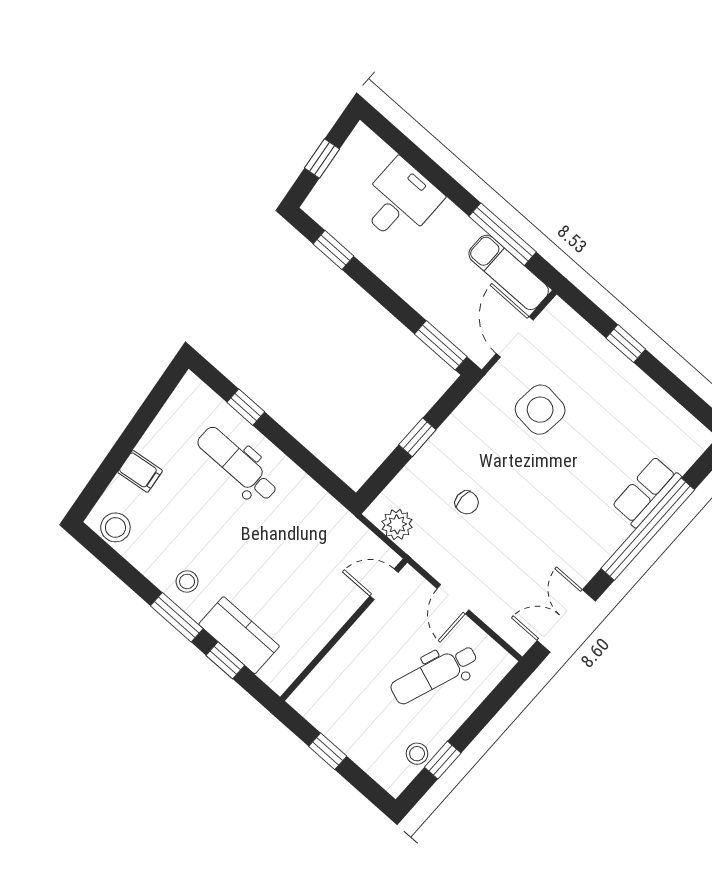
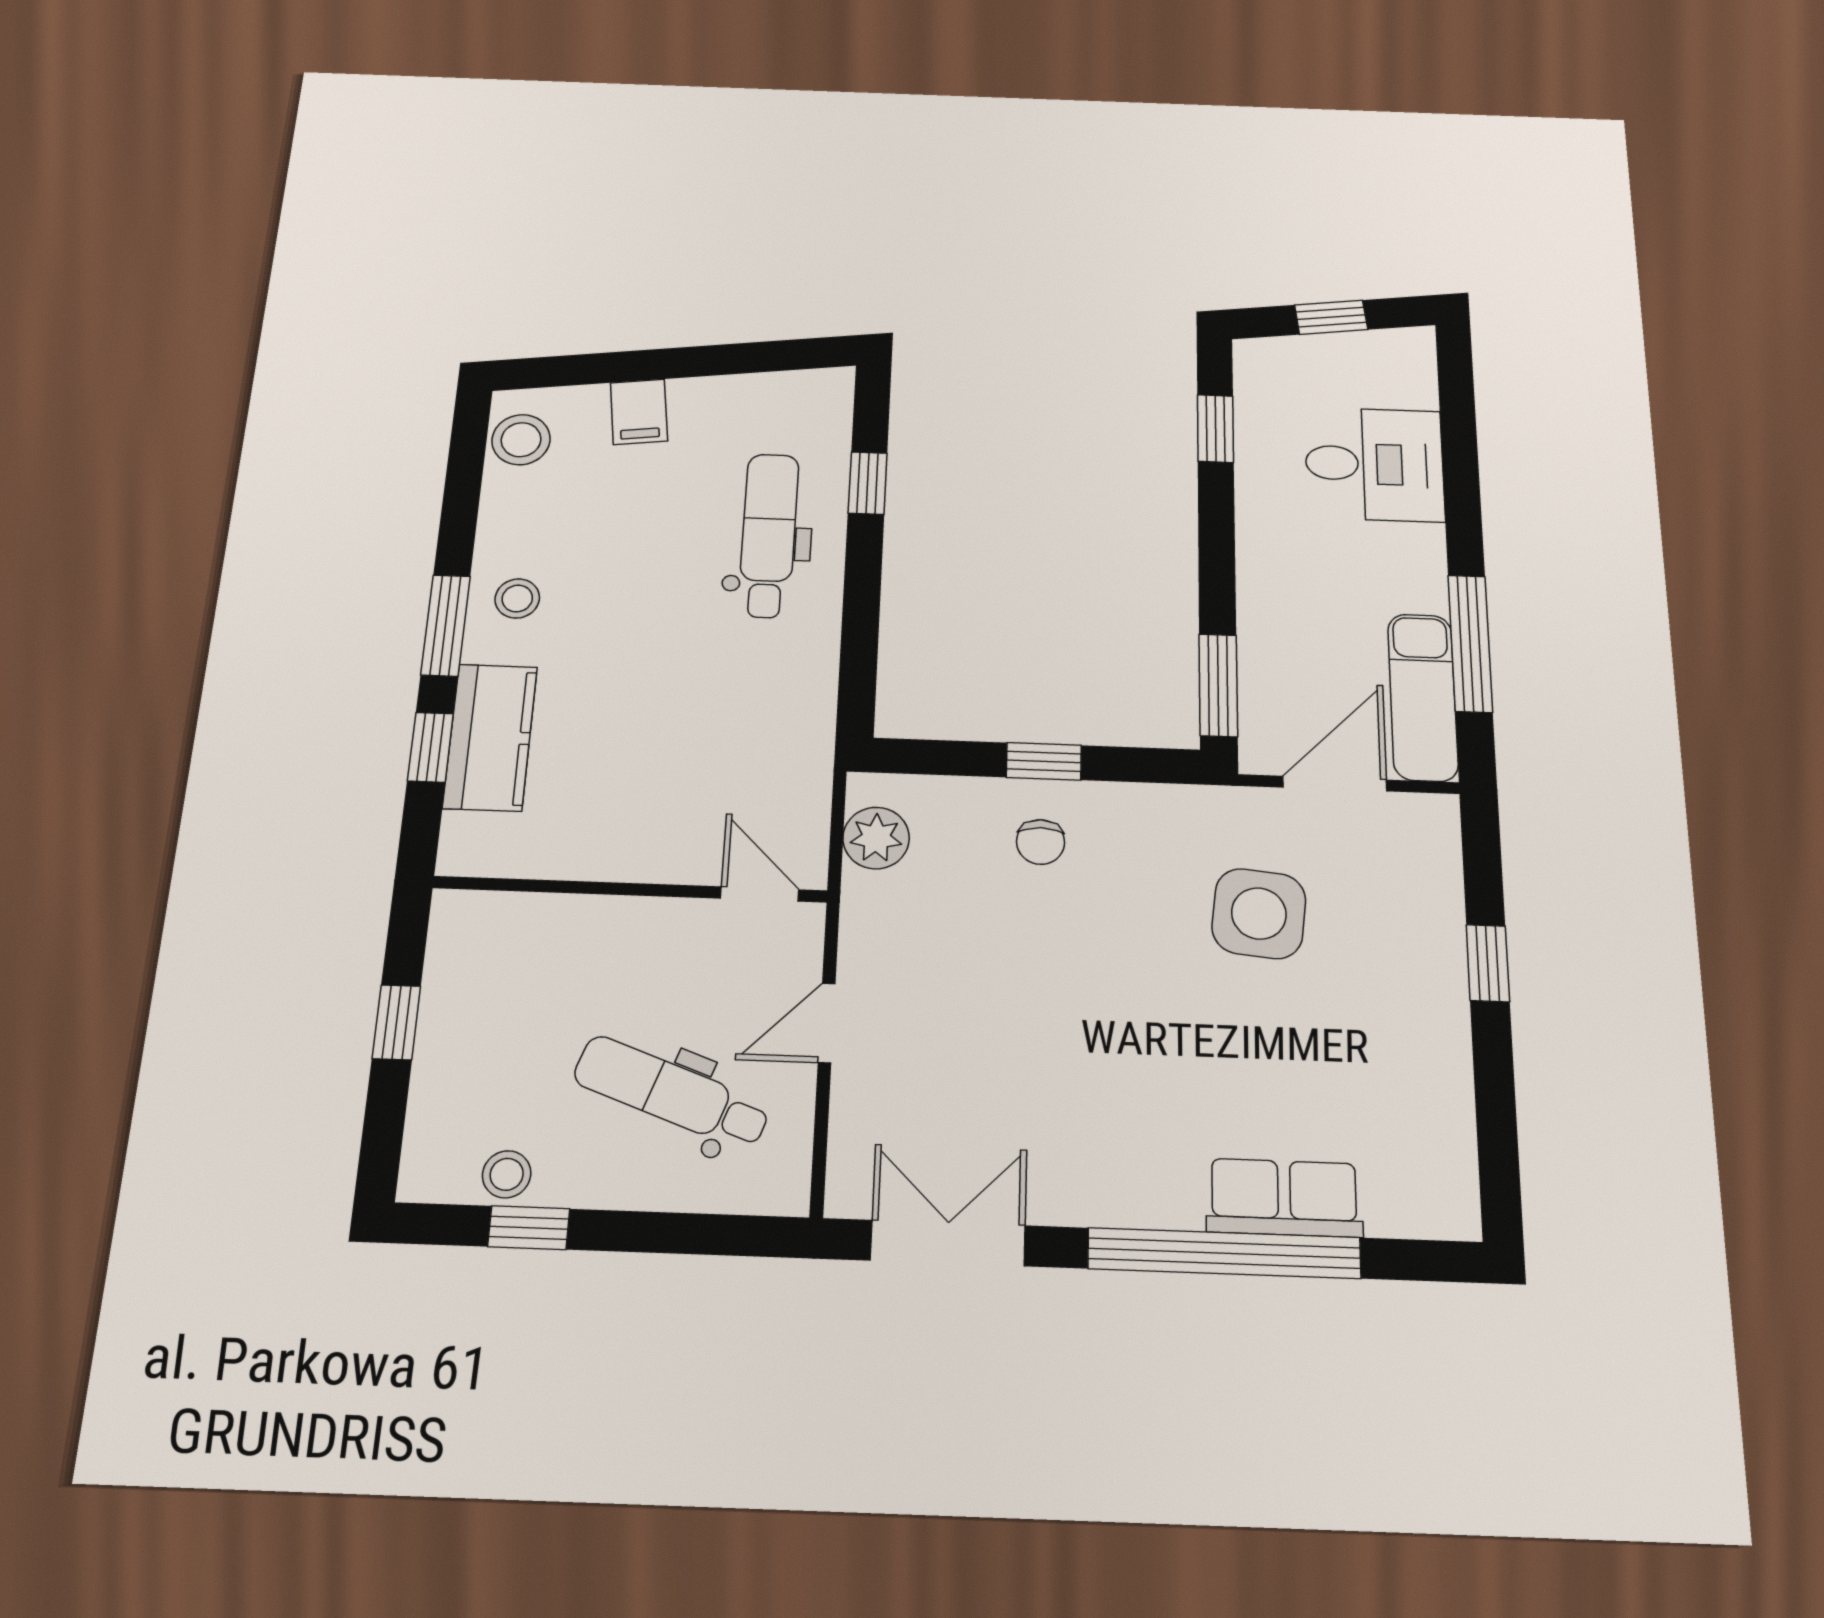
chair: (467, 502) -> (1041, 842), moved

